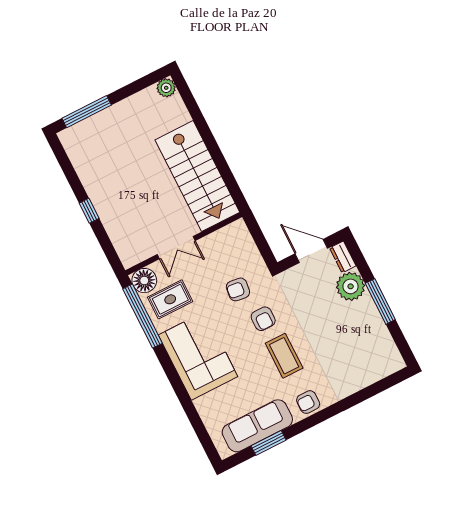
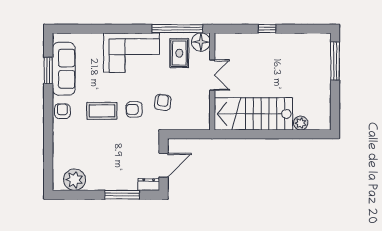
plant: (166, 88) -> (301, 123), moved
double door: (176, 248) -> (212, 75), swing flipped
plant: (351, 286) -> (75, 180), moved
window: (380, 301) -> (122, 195), moved

